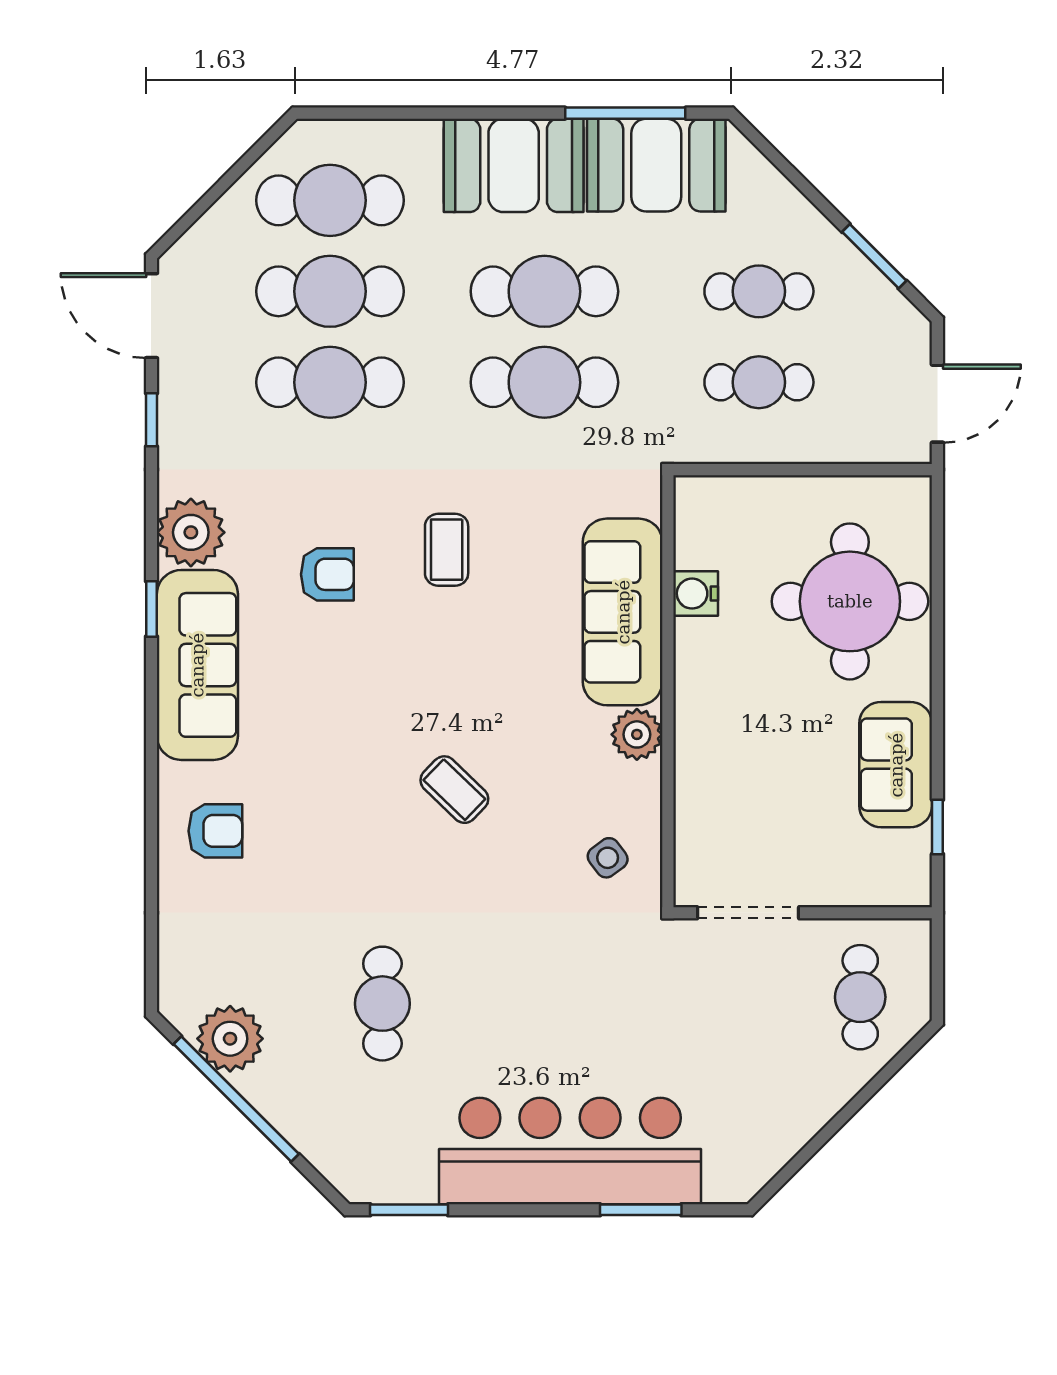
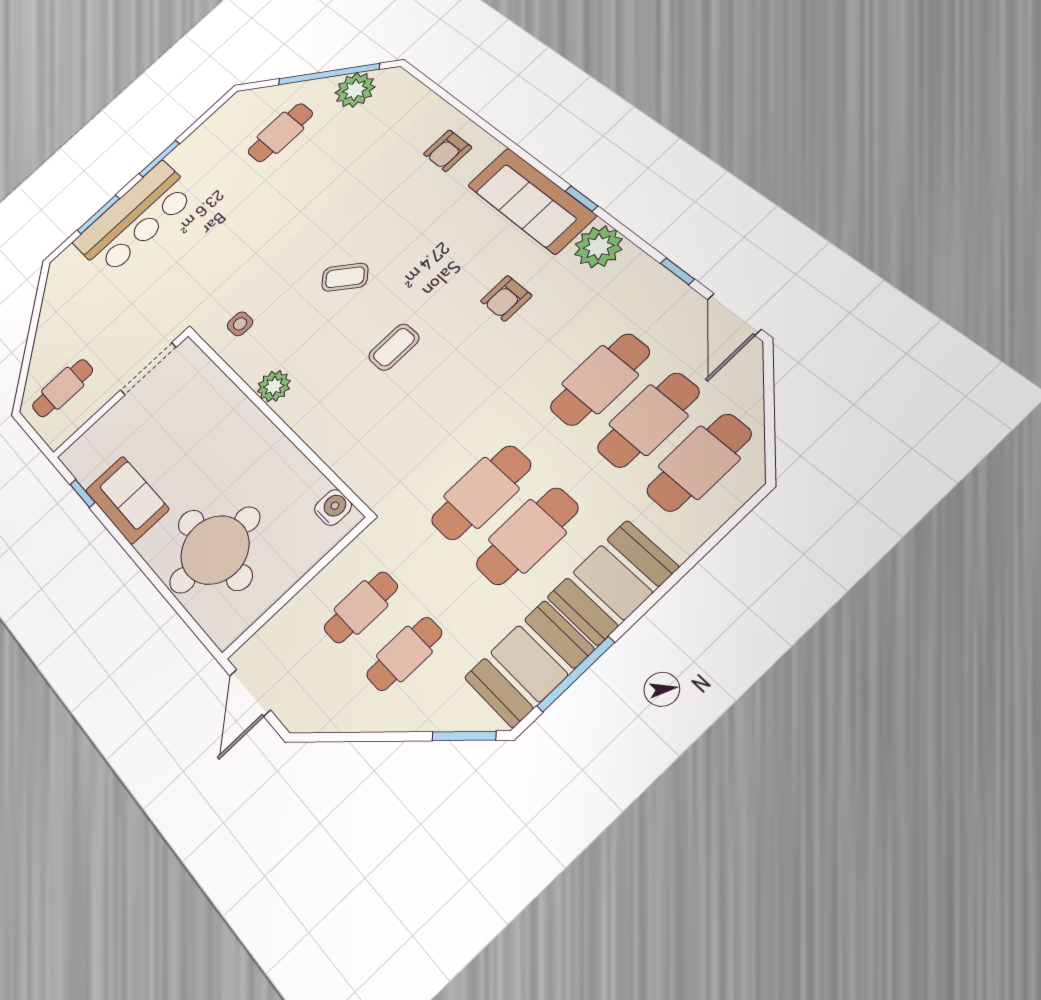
window: (874, 256) -> (464, 736), moved
door: (151, 316) -> (734, 314), swing flipped
coffee table: (447, 550) -> (394, 347), moved, turned 90
water cooler: (696, 594) -> (333, 507), moved
sofa: (623, 612) -> (333, 430), removed
side table: (608, 858) -> (240, 324), turned 37
cafe table: (860, 997) -> (63, 388), turned 90
cafe table: (382, 1004) -> (280, 133), moved, turned 90
bar counter: (570, 1151) -> (135, 218), width x0.73
window: (409, 1210) -> (159, 159), moved

